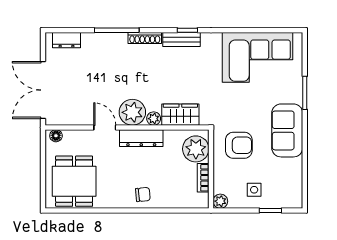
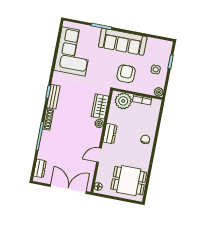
double door: (43, 90) -> (68, 189), swing flipped
plant: (132, 112) -> (93, 136), removed
sofa: (287, 130) -> (123, 42), width x1.36
dresser: (141, 138) -> (110, 134), width x0.70

